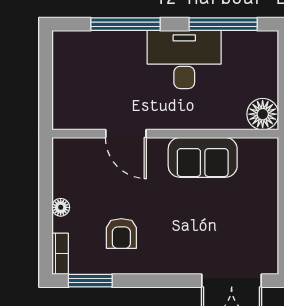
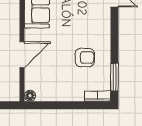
floor lamp: (61, 207) -> (30, 96), moved

